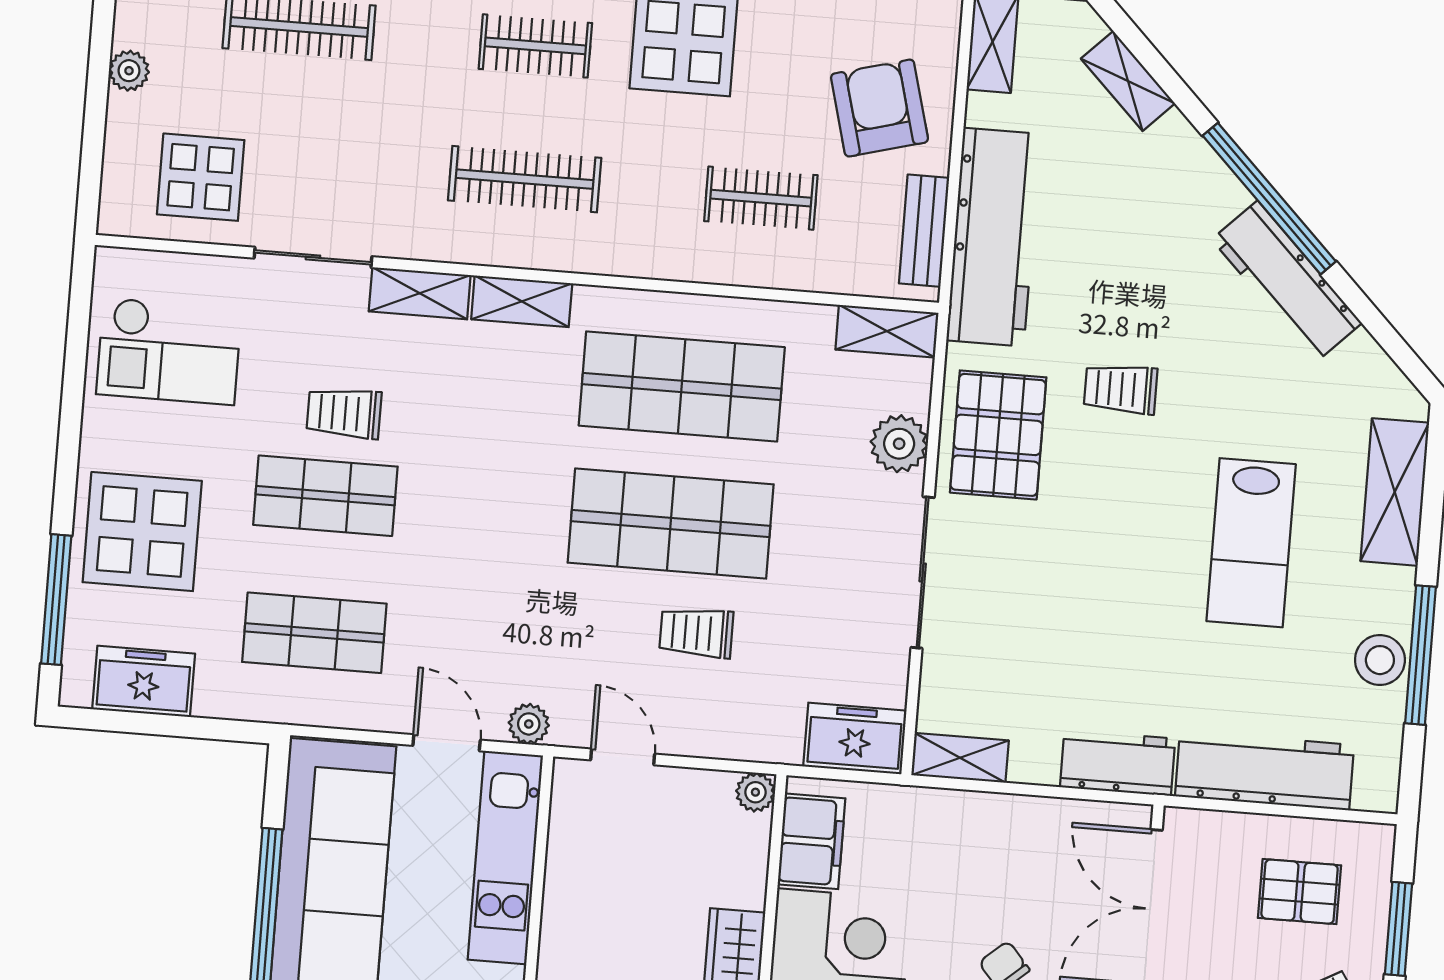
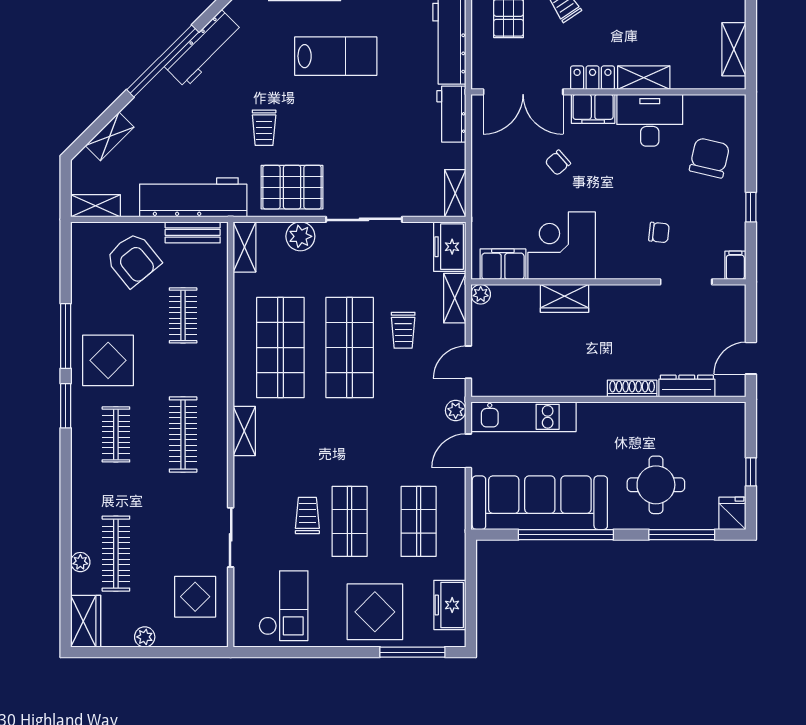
armchair: (879, 108) -> (133, 260), turned -114
shelving: (420, 293) -> (455, 298), moved
trolley: (344, 413) -> (307, 515), turned 180

